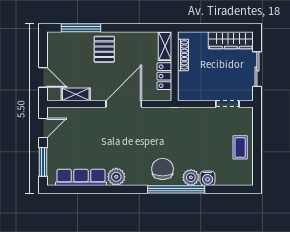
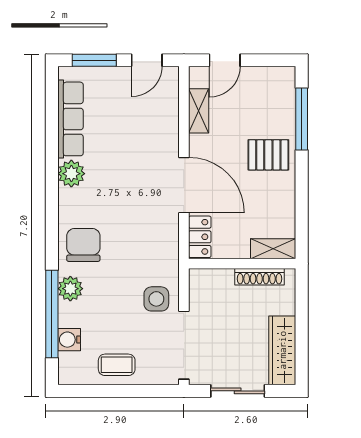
locker: (164, 76) -> (200, 237), moved, turned 90
doorway: (227, 104) -> (184, 345), width x1.88
side table: (198, 122) -> (156, 299), added
door: (43, 128) -> (147, 60), hinge flipped
chair: (163, 169) -> (83, 245), turned -90
water cooler: (208, 178) -> (69, 340), moved
window: (176, 189) -> (52, 314), moved

